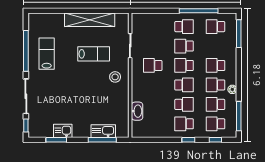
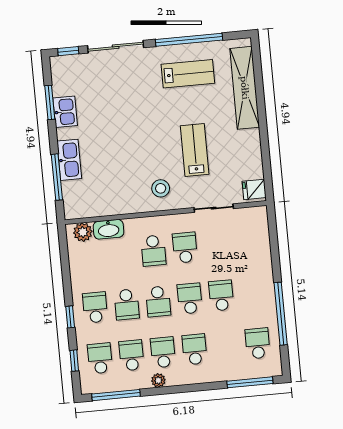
shelving: (90, 20) -> (245, 88), moved
fridge: (121, 20) -> (254, 189), added
school desk: (184, 27) -> (153, 251), moved
lab bench: (94, 54) -> (195, 150), turned 180
plant: (137, 127) -> (83, 232), added
kitchen sink: (103, 131) -> (69, 160), moved

